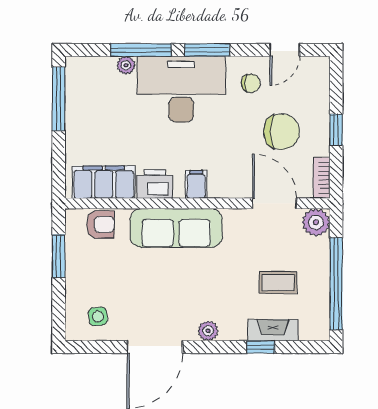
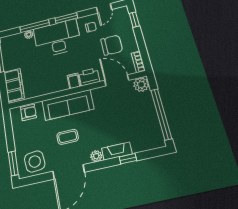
window: (336, 130) -> (134, 20), moved
filing cabinet: (104, 182) -> (14, 85), moved, turned 90
printer: (155, 184) -> (89, 77), moved
window: (59, 256) -> (13, 163), moved
coffee table: (278, 282) -> (68, 137), moved
side table: (98, 316) -> (35, 162), width x1.87, depth x1.87
fireplace: (273, 330) -> (117, 151), moved

